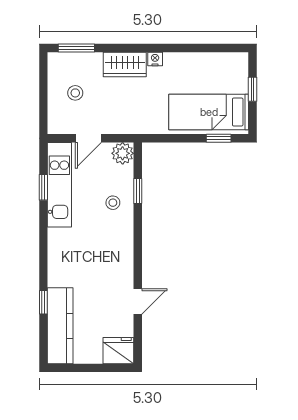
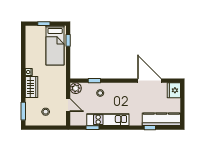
kitchen unit: (59, 185) -> (108, 120), moved
door: (138, 301) -> (149, 81), width x1.88

